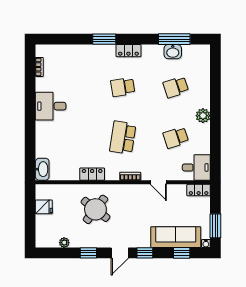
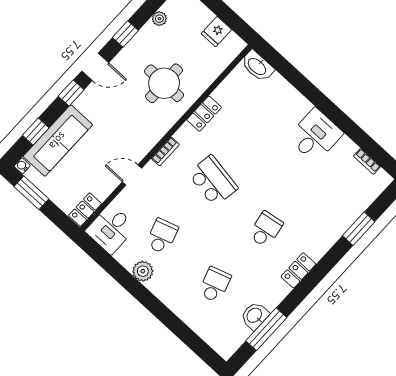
window: (104, 39) -> (359, 229), moved
plant: (203, 116) -> (143, 271), moved
round table: (95, 209) -> (164, 83), turned -38
door: (120, 253) -> (95, 67), swing flipped

